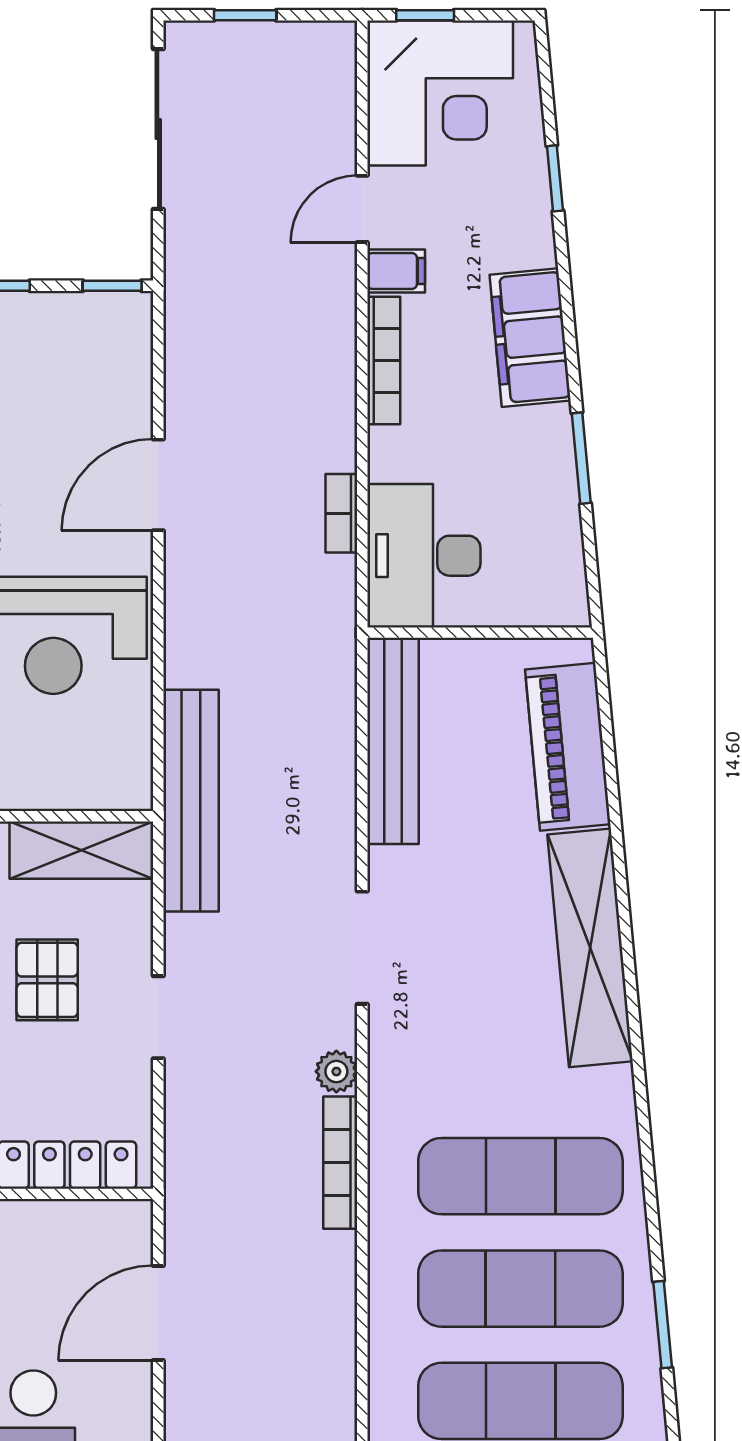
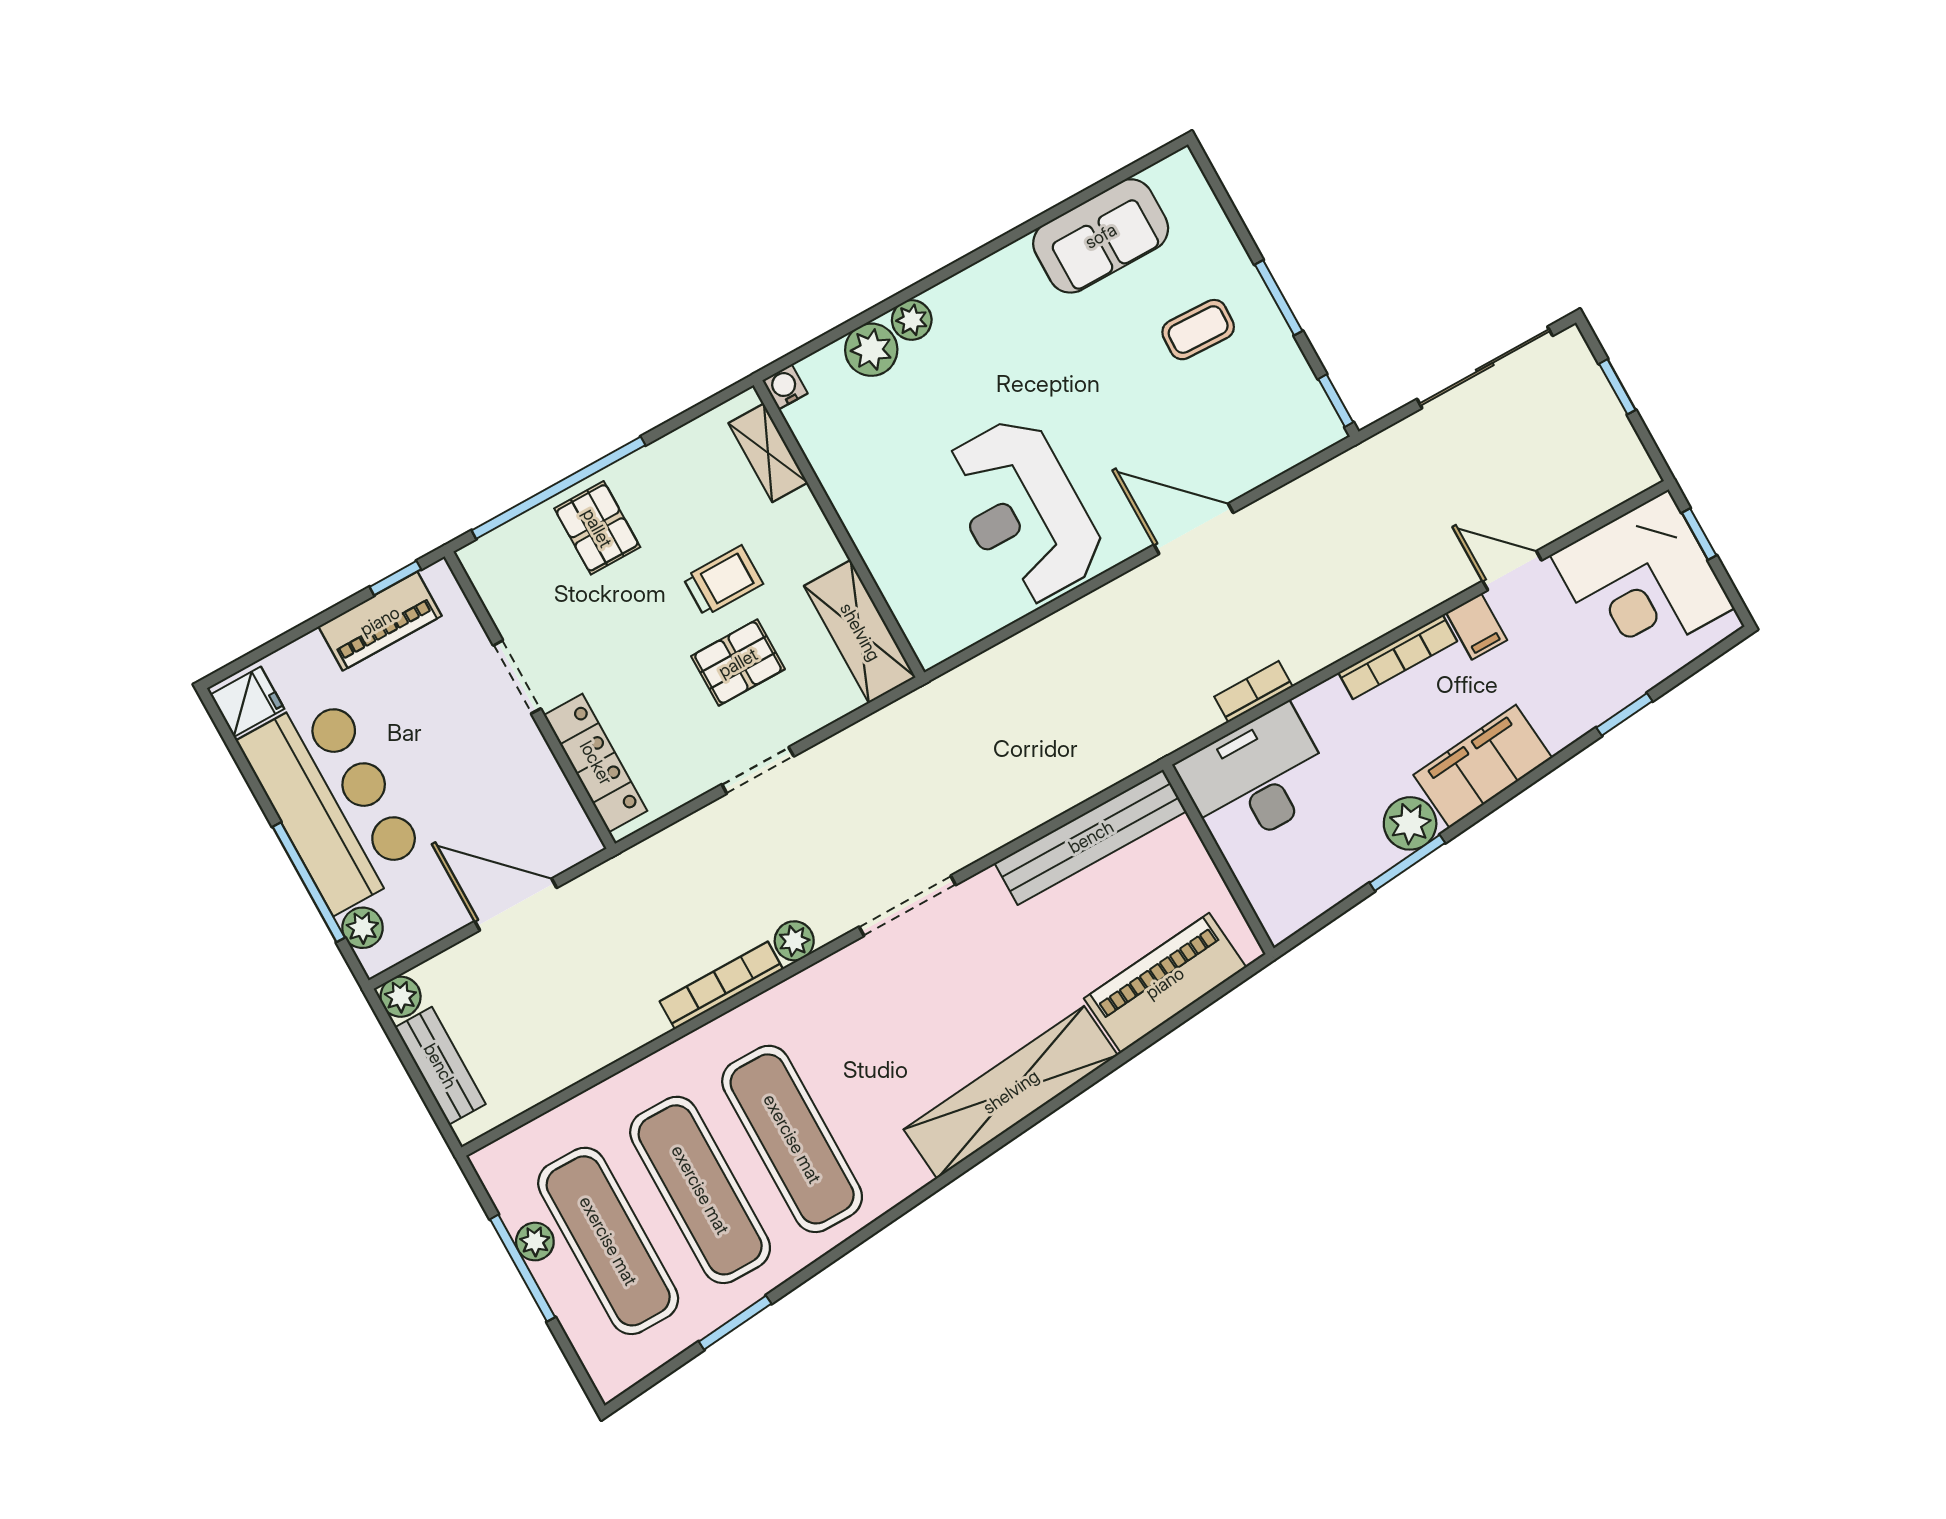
plant: (546, 435) -> (1410, 823), added
bench: (191, 801) -> (950, 699), removed

